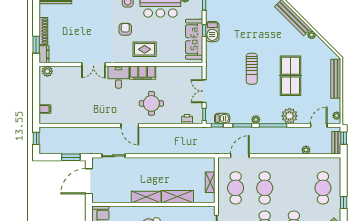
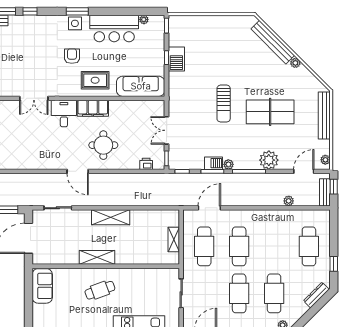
sofa: (194, 39) -> (141, 86), moved, turned 90
table tennis table: (291, 76) -> (270, 112), turned 90
barbecue: (222, 118) -> (214, 163), moved
shelving: (177, 197) -> (111, 217), moved

